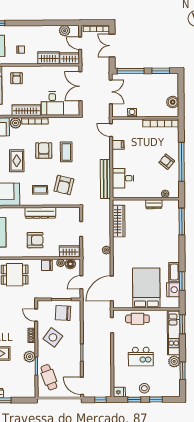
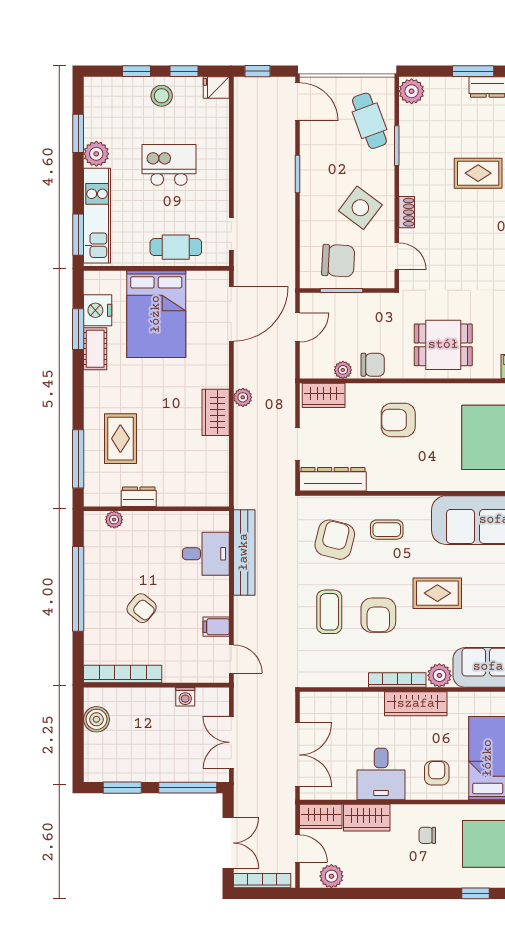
desk: (52, 104) -> (381, 774), moved, turned 180
rug: (17, 161) -> (437, 593), turned 90
armchair: (167, 162) -> (142, 608), moved
dresser: (40, 213) -> (333, 479), moved
wardrobe: (119, 221) -> (216, 412), moved, width x0.67
rug: (162, 231) -> (120, 439), added
floor lamp: (70, 264) -> (321, 368), removed
plant: (30, 357) -> (412, 91), moved

